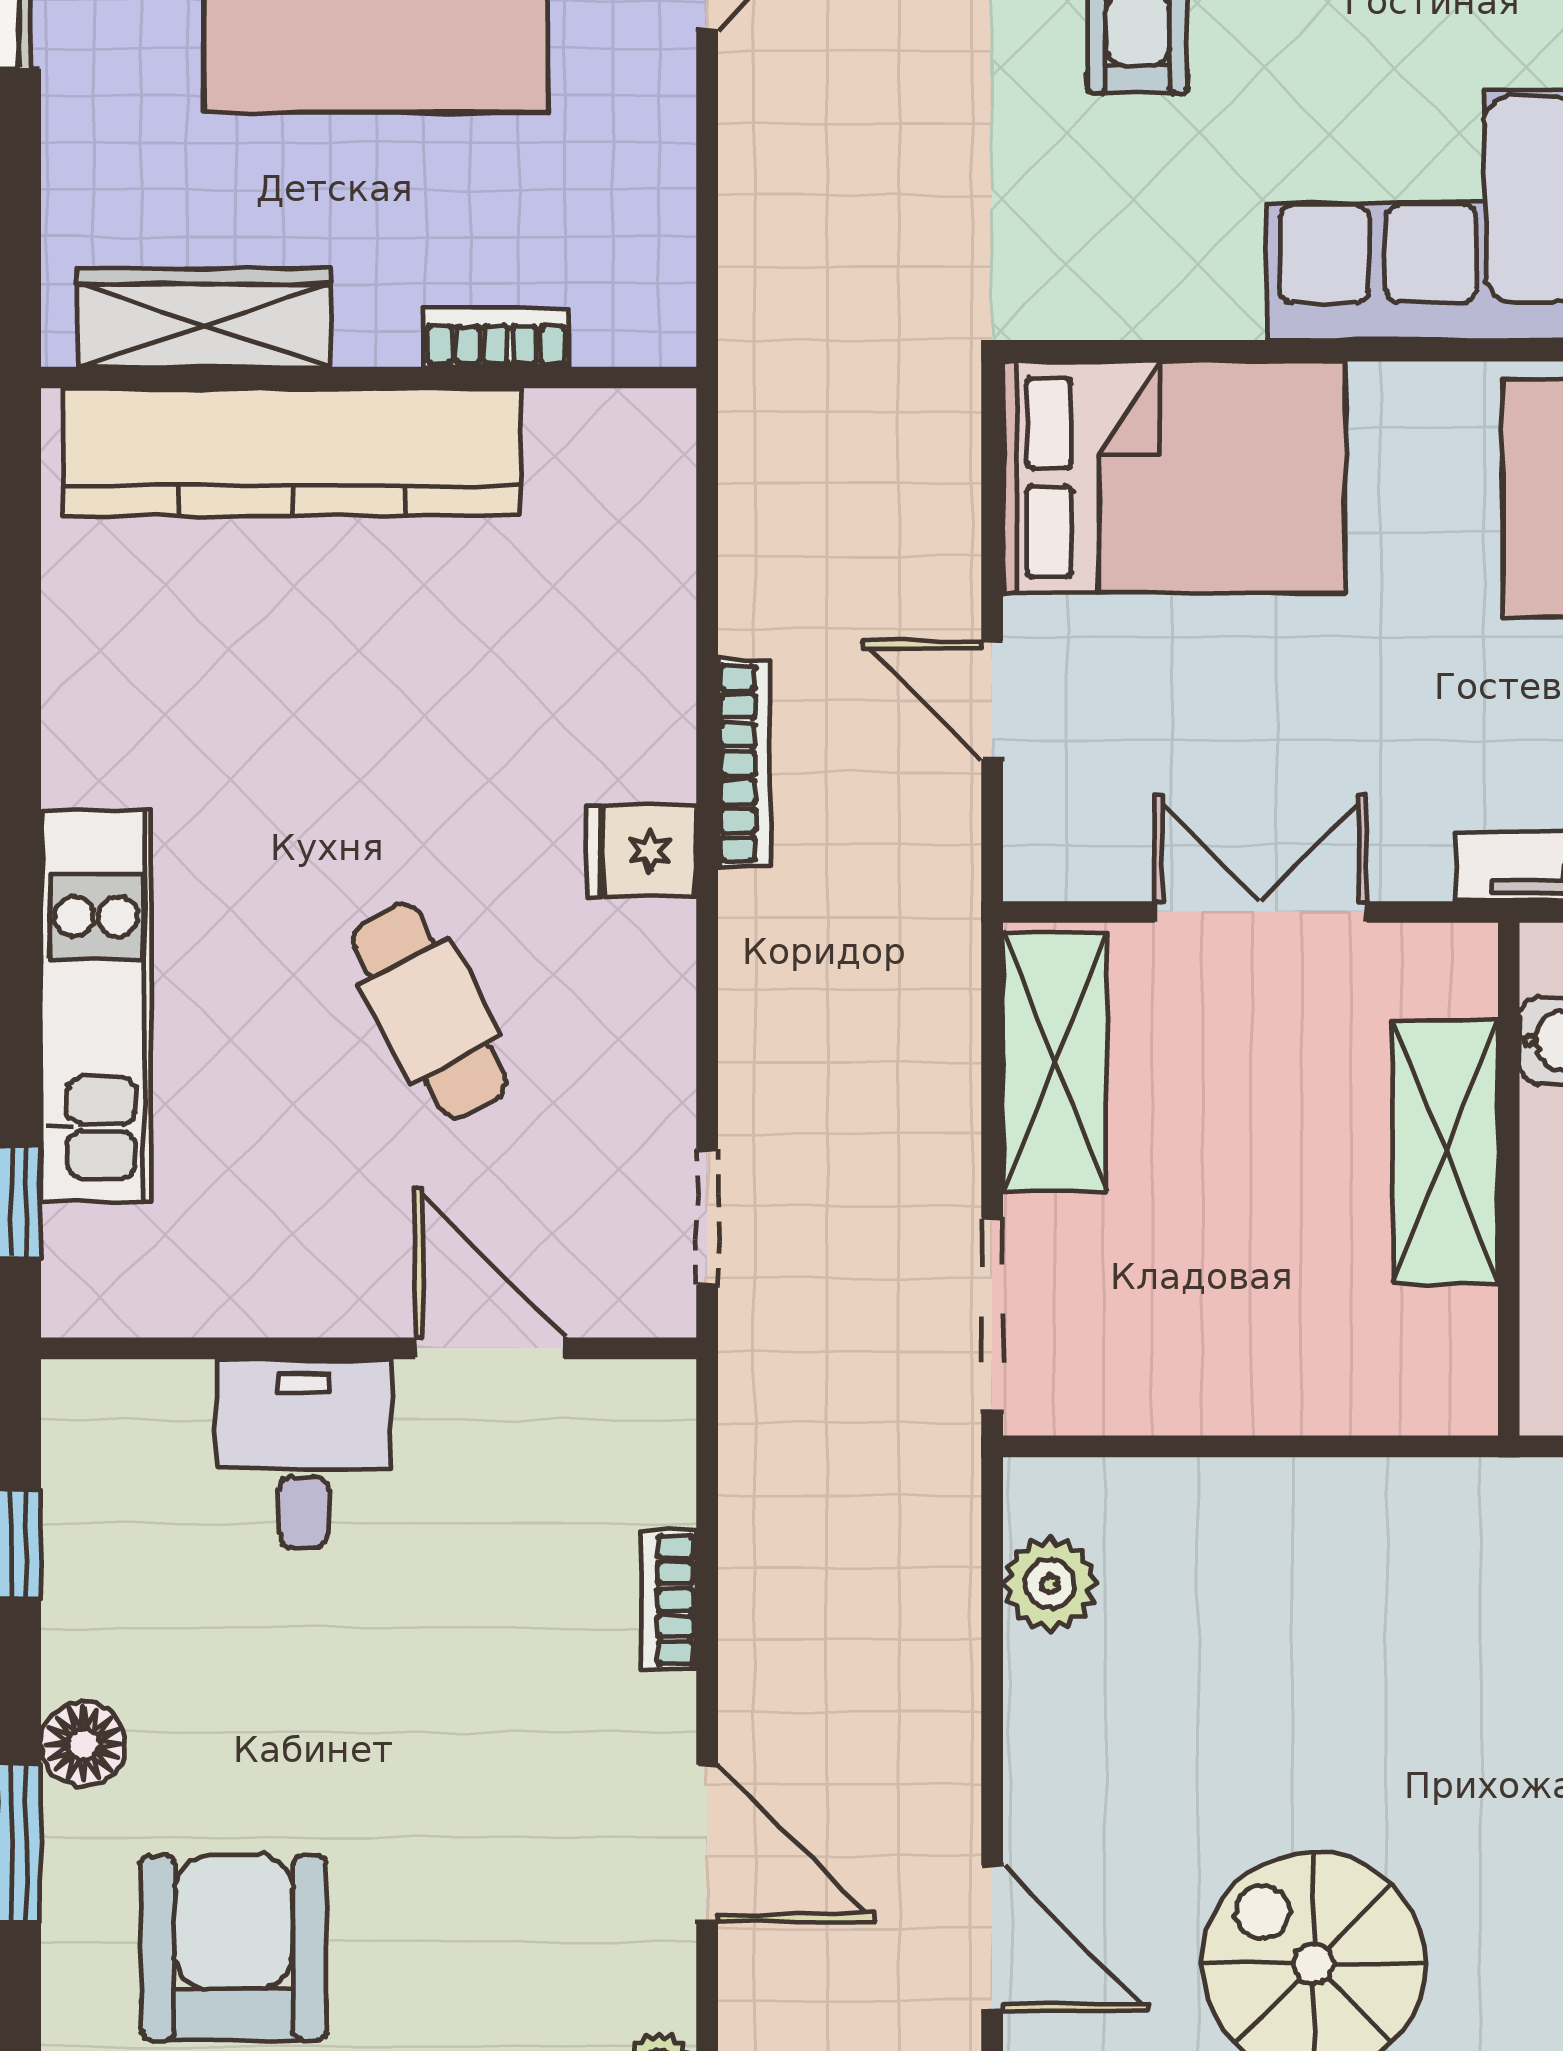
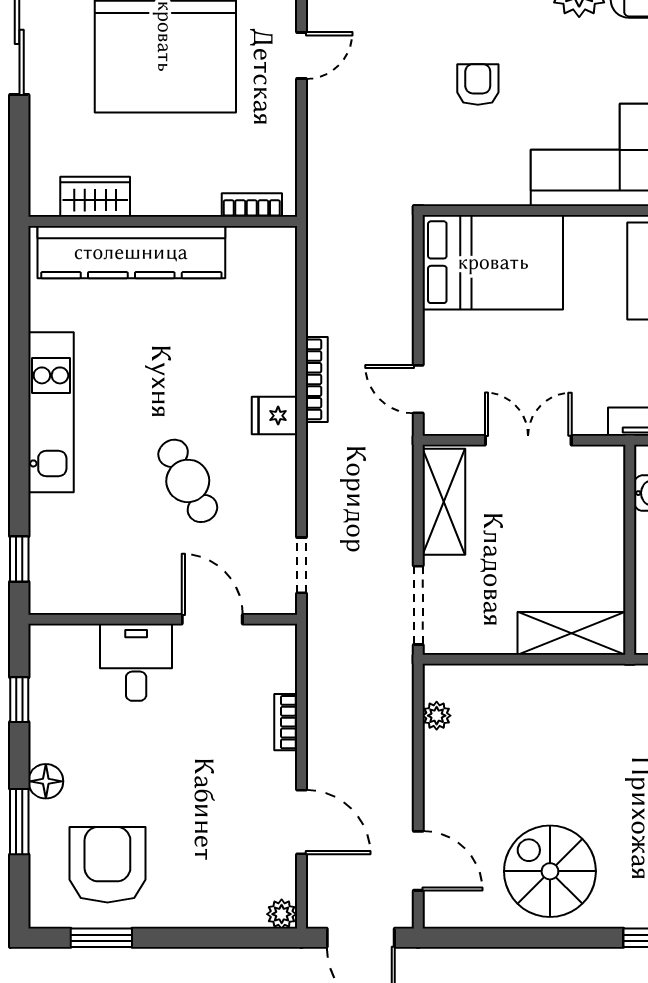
wardrobe: (204, 318) -> (95, 197), width x0.67
bookcase: (496, 338) -> (252, 205), moved
door: (992, 700) -> (418, 389), moved
kitchen unit: (96, 1007) -> (51, 412), moved
shelving: (1445, 1152) -> (572, 633), moved, turned 90
plant: (1050, 1584) -> (437, 716), width x0.73, depth x0.73

